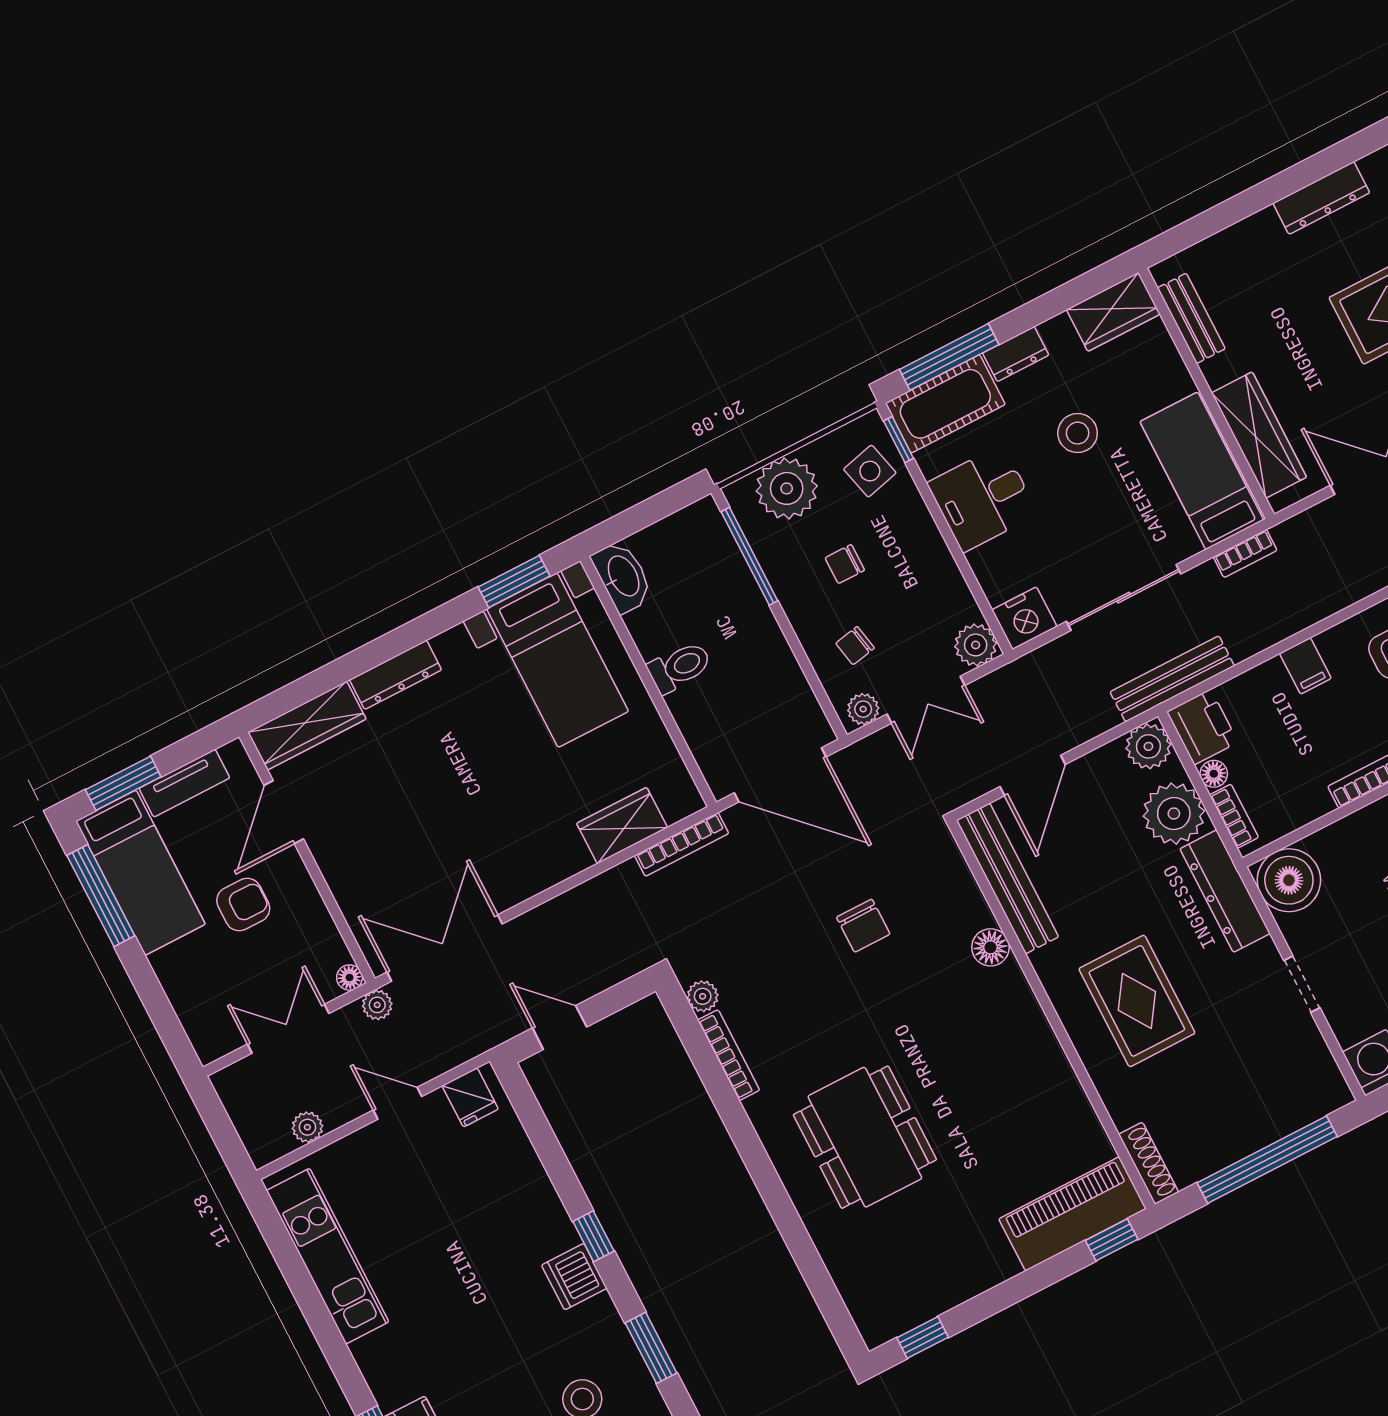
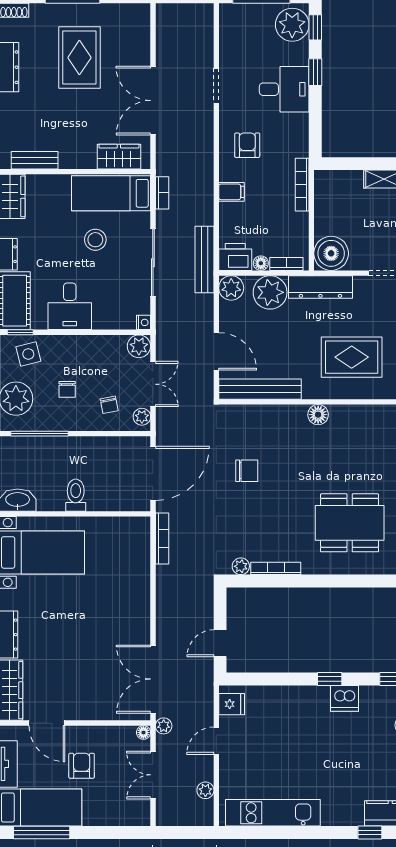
stool: (1078, 433) -> (95, 240), moved
wardrobe: (1259, 435) -> (119, 157), width x0.67
nightstand: (1024, 618) -> (144, 322), width x0.53, depth x0.56
wardrobe: (622, 825) -> (138, 563), removed
floor lamp: (990, 947) -> (318, 415), moved

